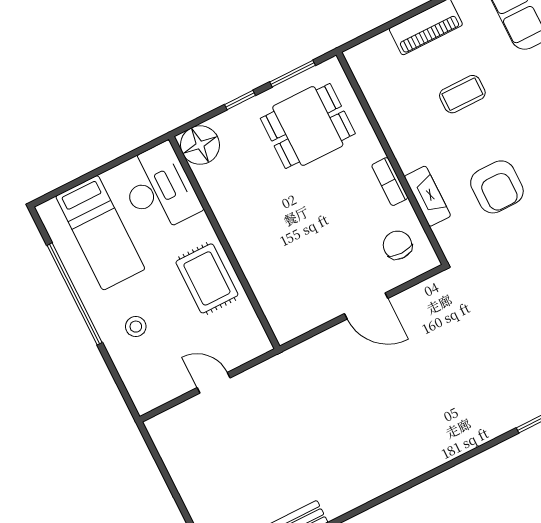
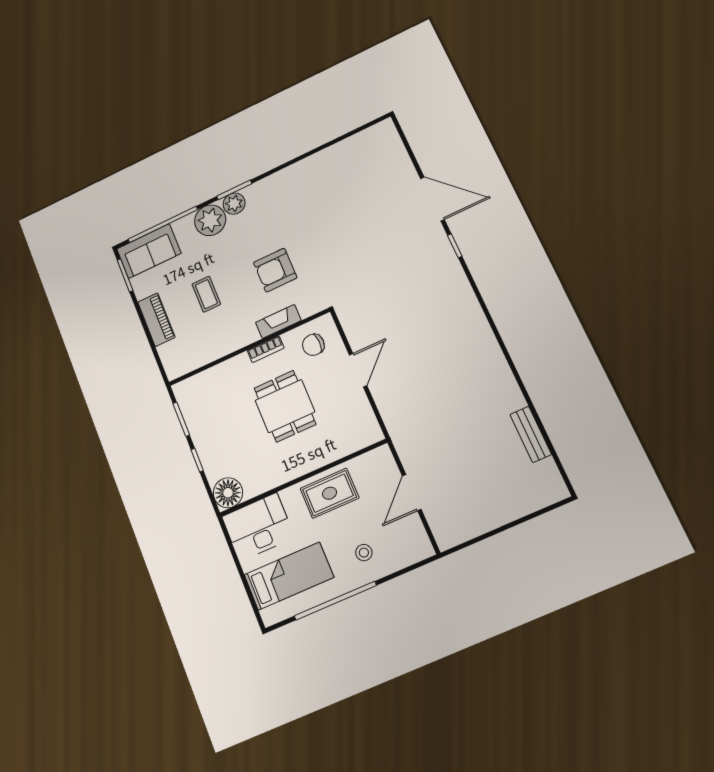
dining table: (308, 126) -> (285, 406), moved
armchair: (497, 187) -> (275, 270), turned 180
door: (214, 383) -> (412, 493), width x1.38

